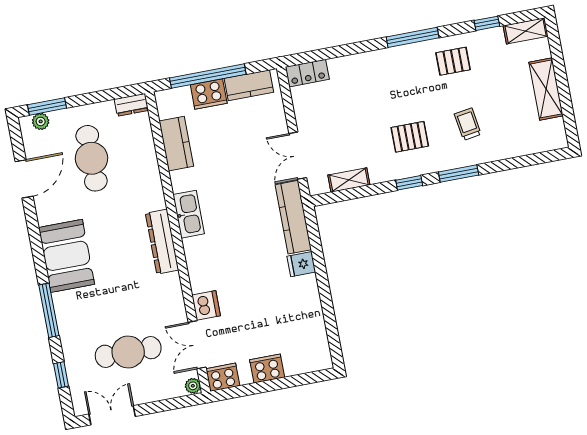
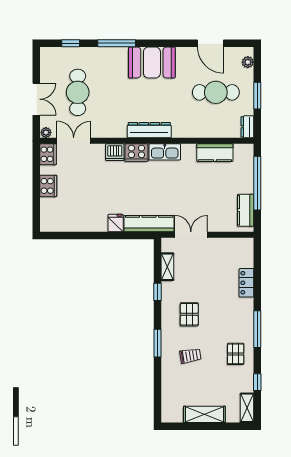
locker: (307, 73) -> (246, 283), moved
cooker: (209, 94) -> (136, 153), moved, turned -90
window: (47, 106) -> (257, 96), moved
window: (409, 183) -> (158, 292), moved
dishwasher: (206, 305) -> (115, 152), moved
double door: (112, 415) -> (36, 99), moved

